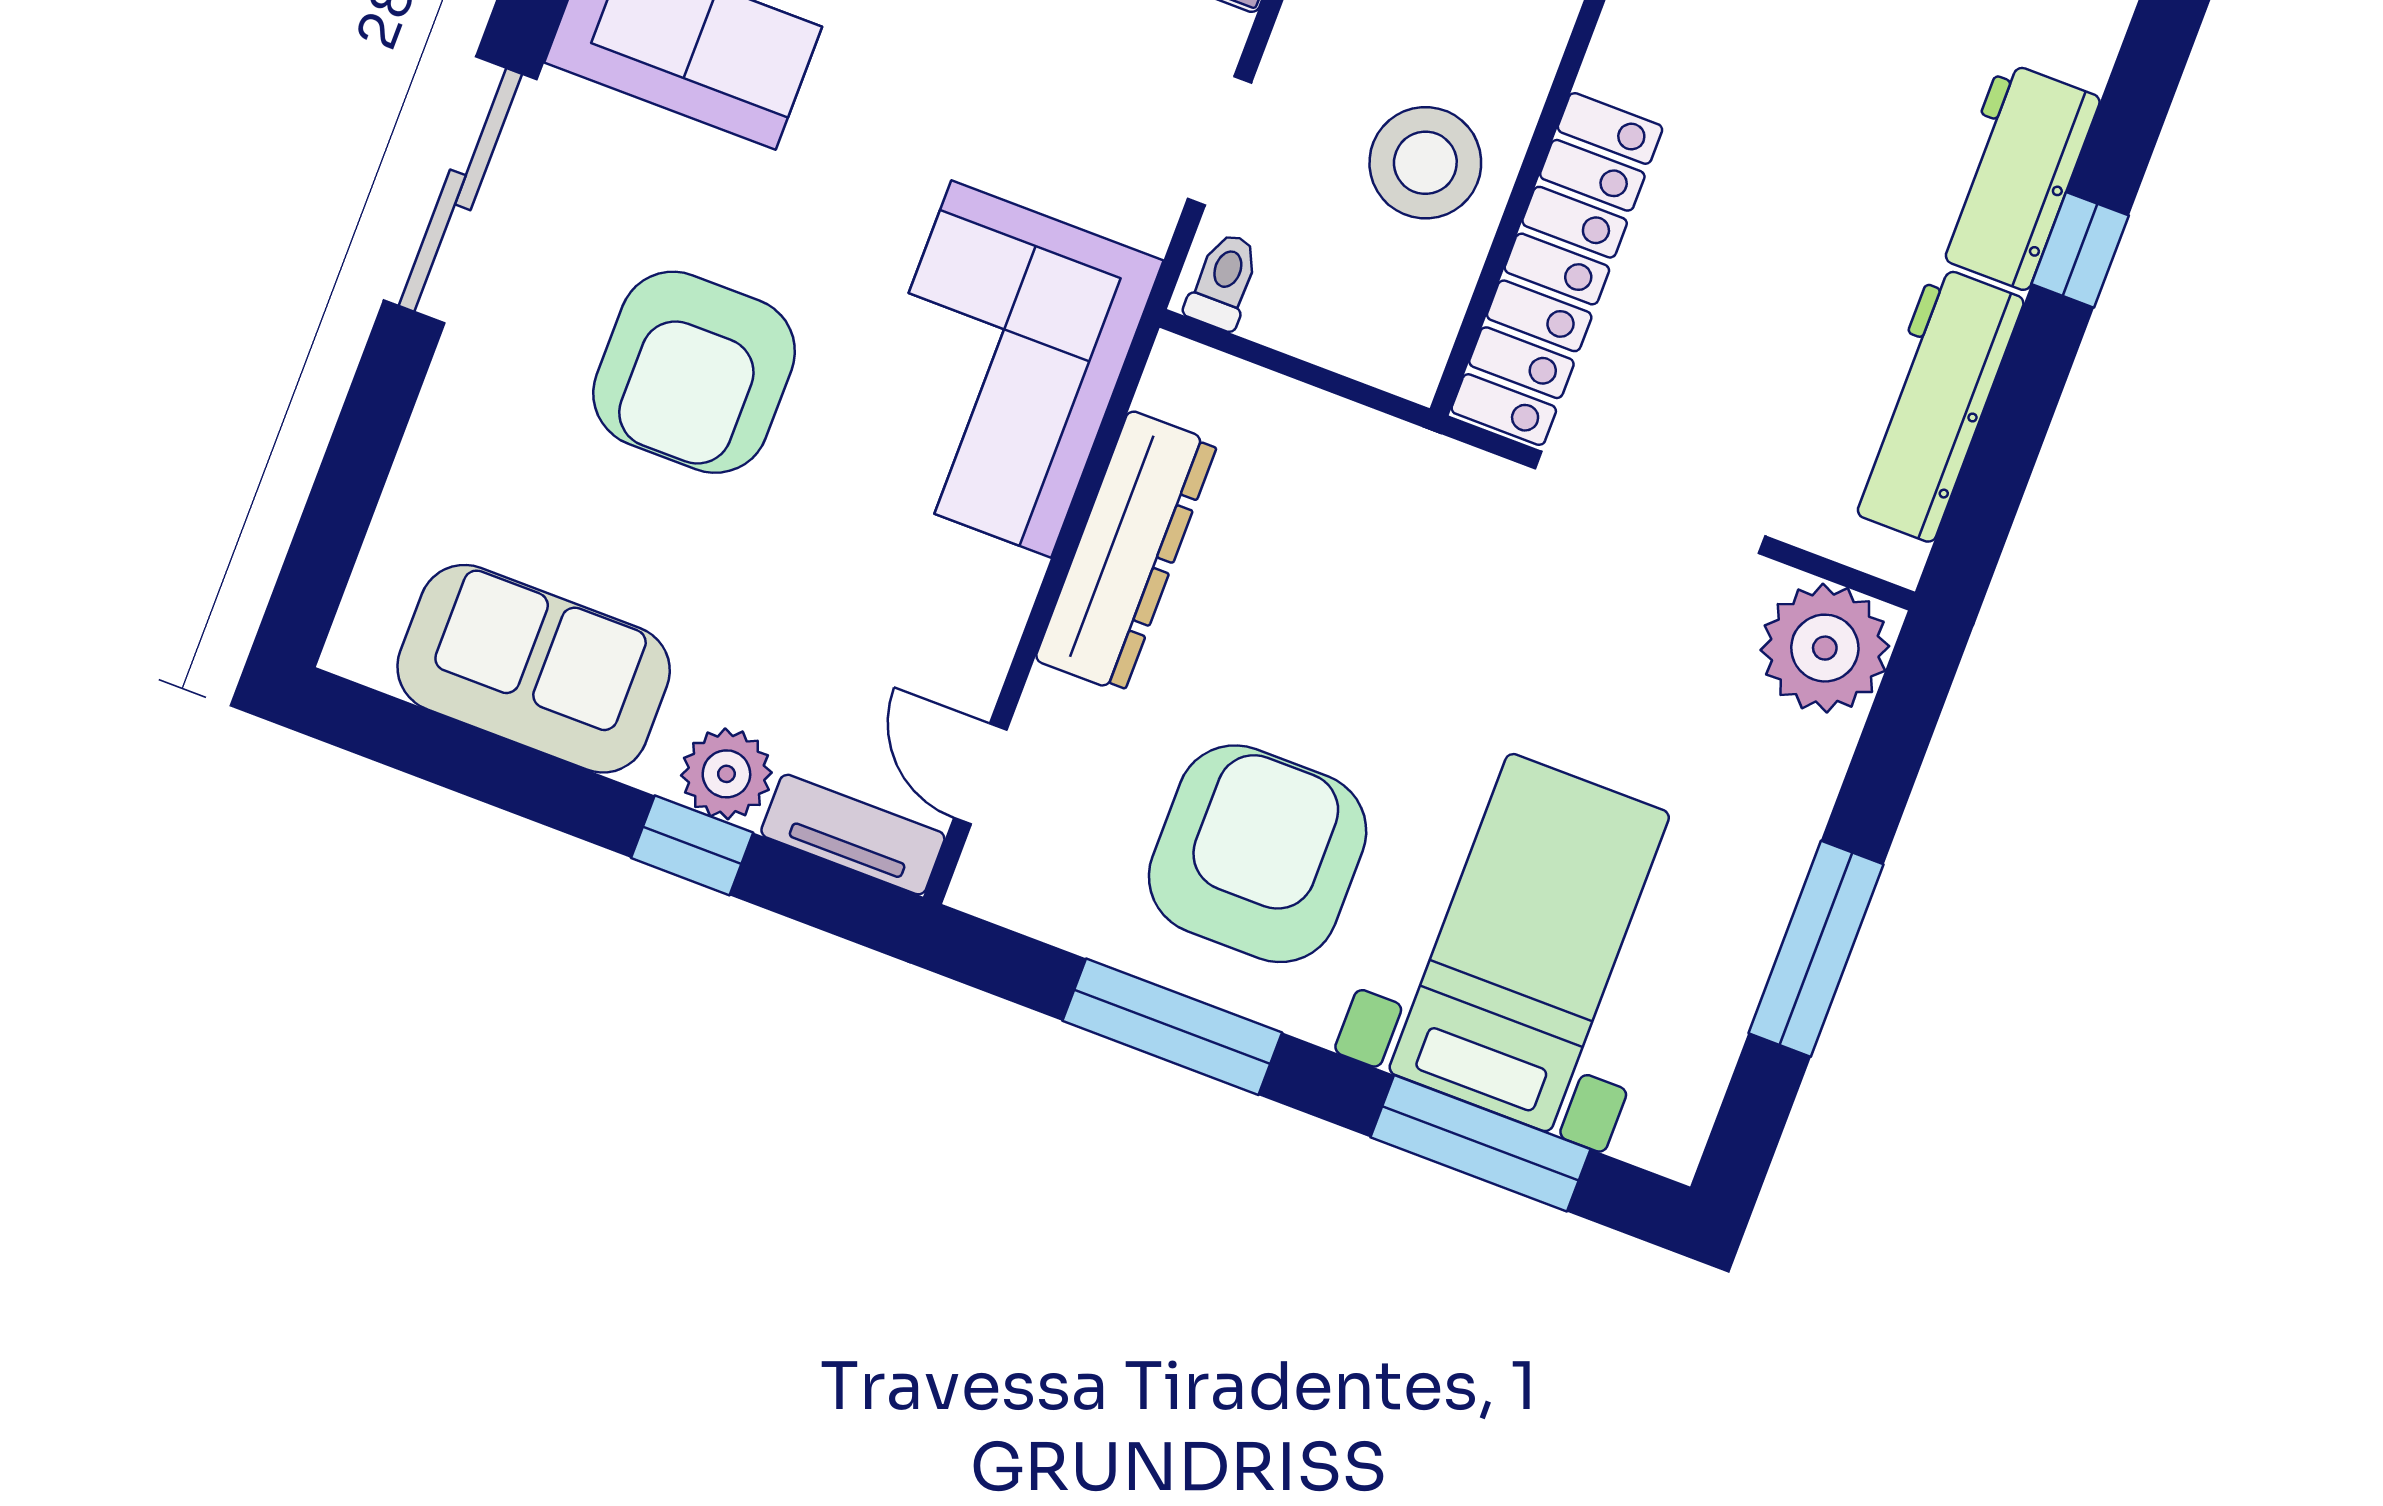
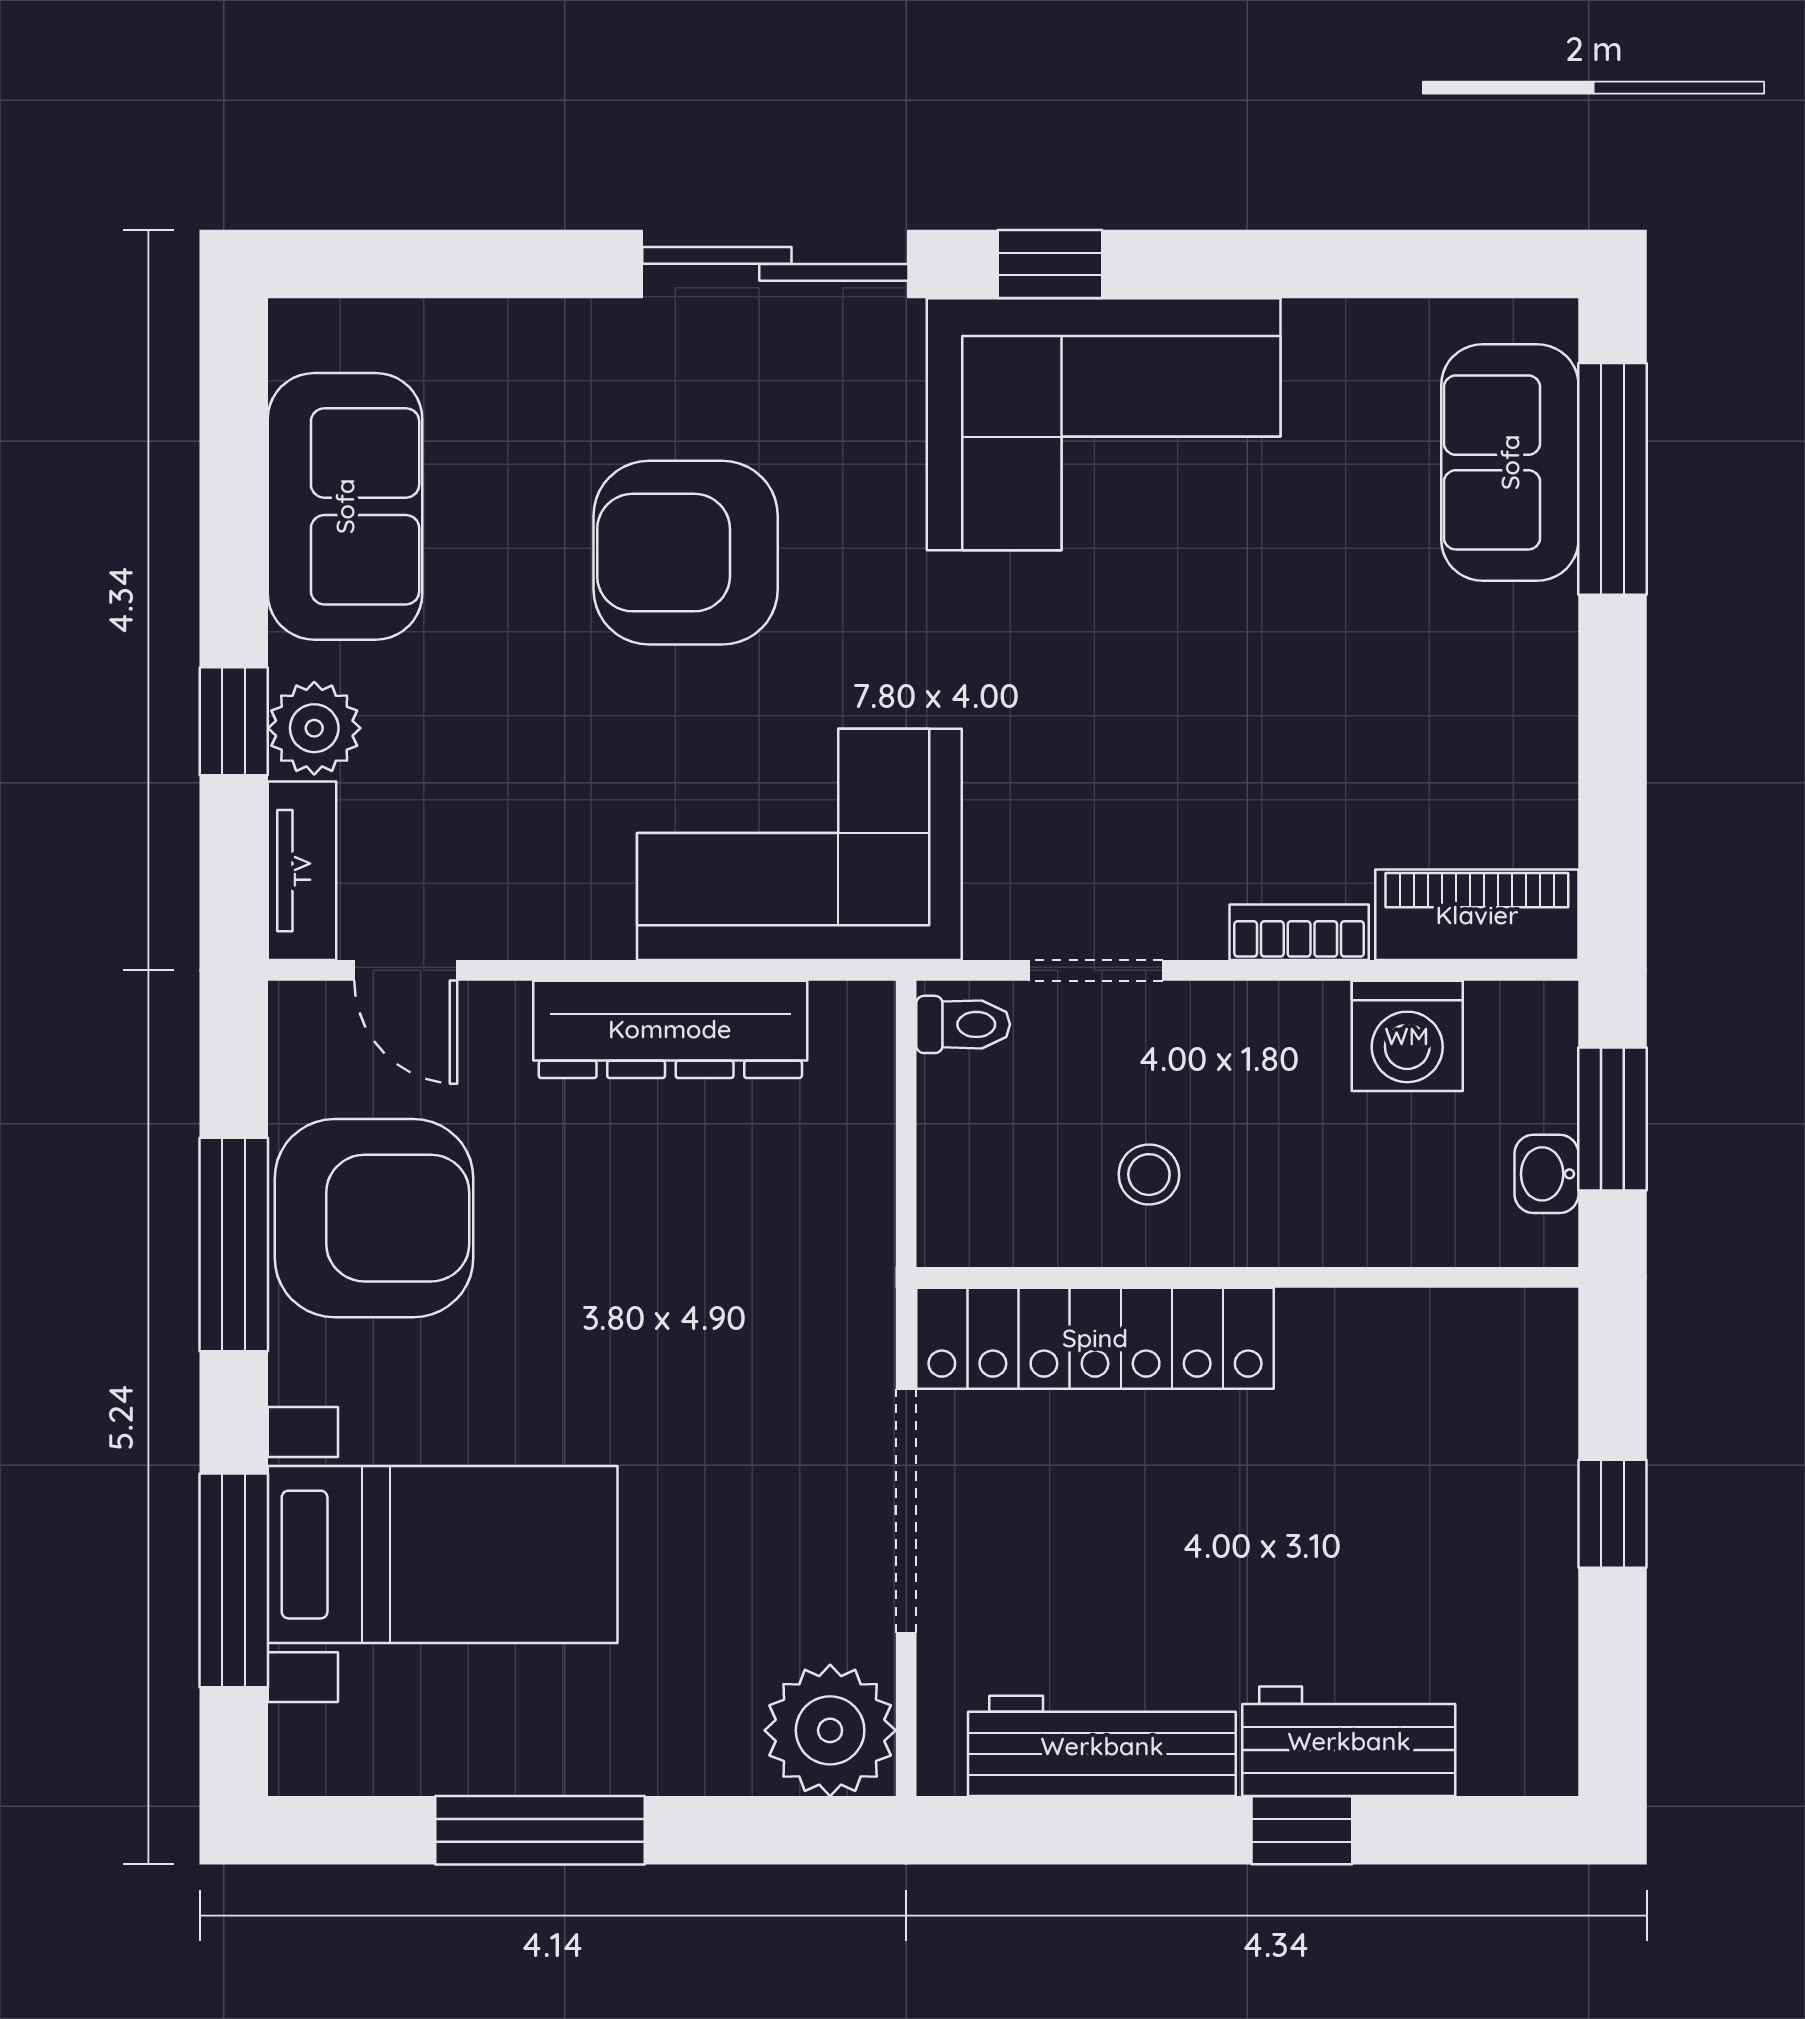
stool: (1425, 163) -> (1149, 1175), width x0.53, depth x0.53
door: (980, 774) -> (406, 970), swing flipped
armchair: (1258, 854) -> (374, 1218), moved

